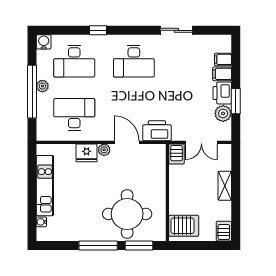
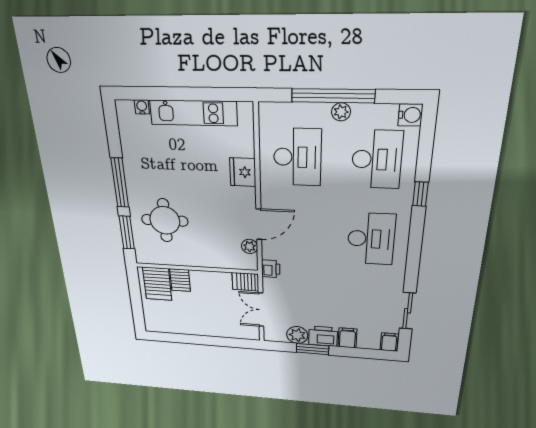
sliding door: (176, 30) -> (408, 311), moved
filing cabinet: (223, 59) -> (389, 342), moved
desk: (74, 61) -> (377, 159), turned 180
desk: (134, 61) -> (371, 239), turned 180
printer: (157, 131) -> (271, 269), width x0.53, depth x0.68
plant: (104, 150) -> (250, 246), moved
shelving: (225, 186) -> (209, 330), removed
round table: (127, 214) -> (165, 220), width x0.73, depth x0.73
server rack: (224, 231) -> (180, 280), moved, turned 90

